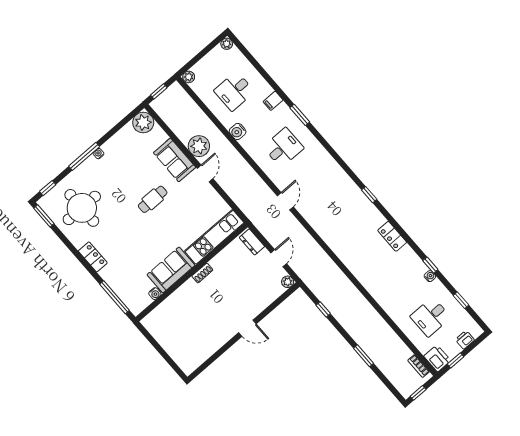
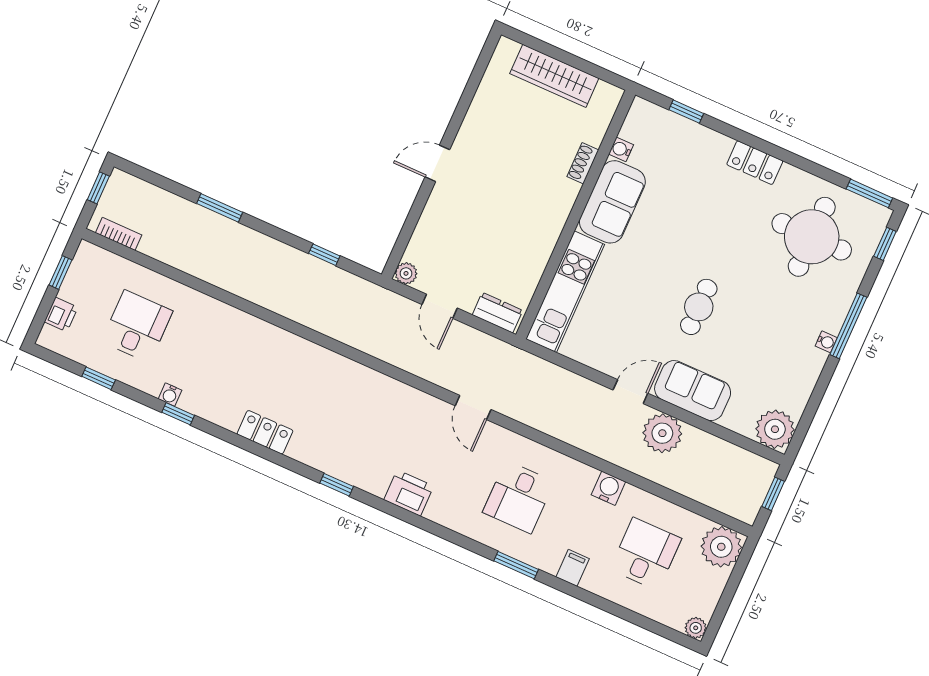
plant: (189, 77) -> (721, 547), width x1.88, depth x1.88
door: (205, 173) -> (630, 392), swing flipped
shoe rack: (202, 273) -> (583, 163), moved
window: (115, 297) -> (686, 112), width x0.46
wardrobe: (171, 344) -> (554, 76), added
printer: (437, 358) -> (409, 493), moved, turned 180

